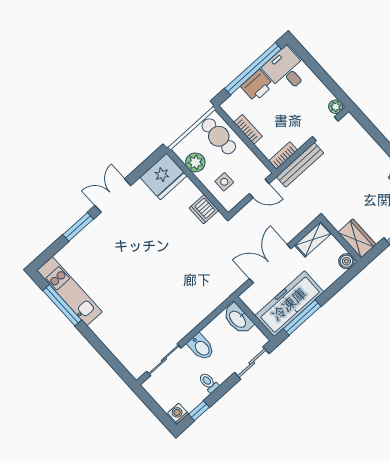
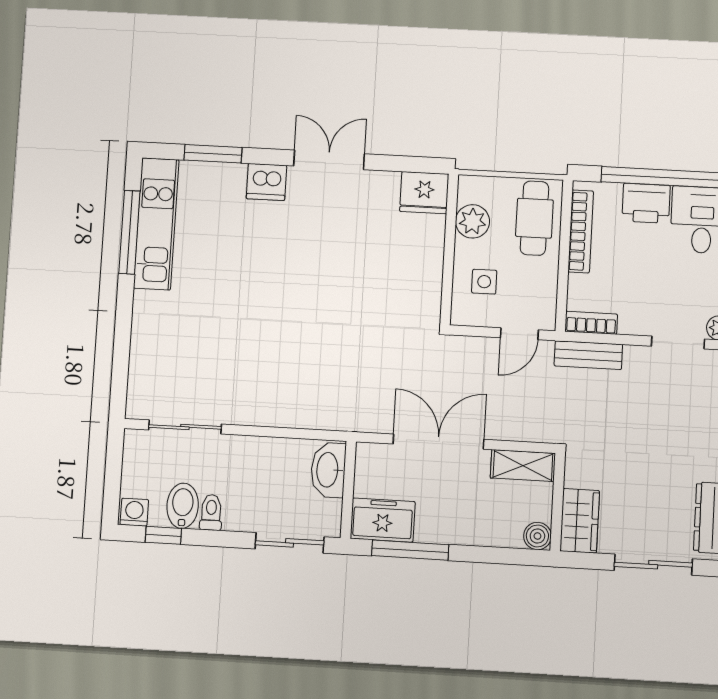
bookcase: (248, 129) -> (581, 231), width x1.56
bench: (300, 165) -> (588, 355), width x0.73
fridge: (163, 176) -> (424, 193), width x0.73, depth x0.75
door: (259, 189) -> (519, 334), hinge flipped
dishwasher: (204, 209) -> (266, 182), moved, turned -90
window: (78, 227) -> (213, 154), moved
freezer: (289, 304) -> (383, 520), width x0.52, depth x0.79
bidet: (201, 347) -> (183, 506), moved, turned 180

